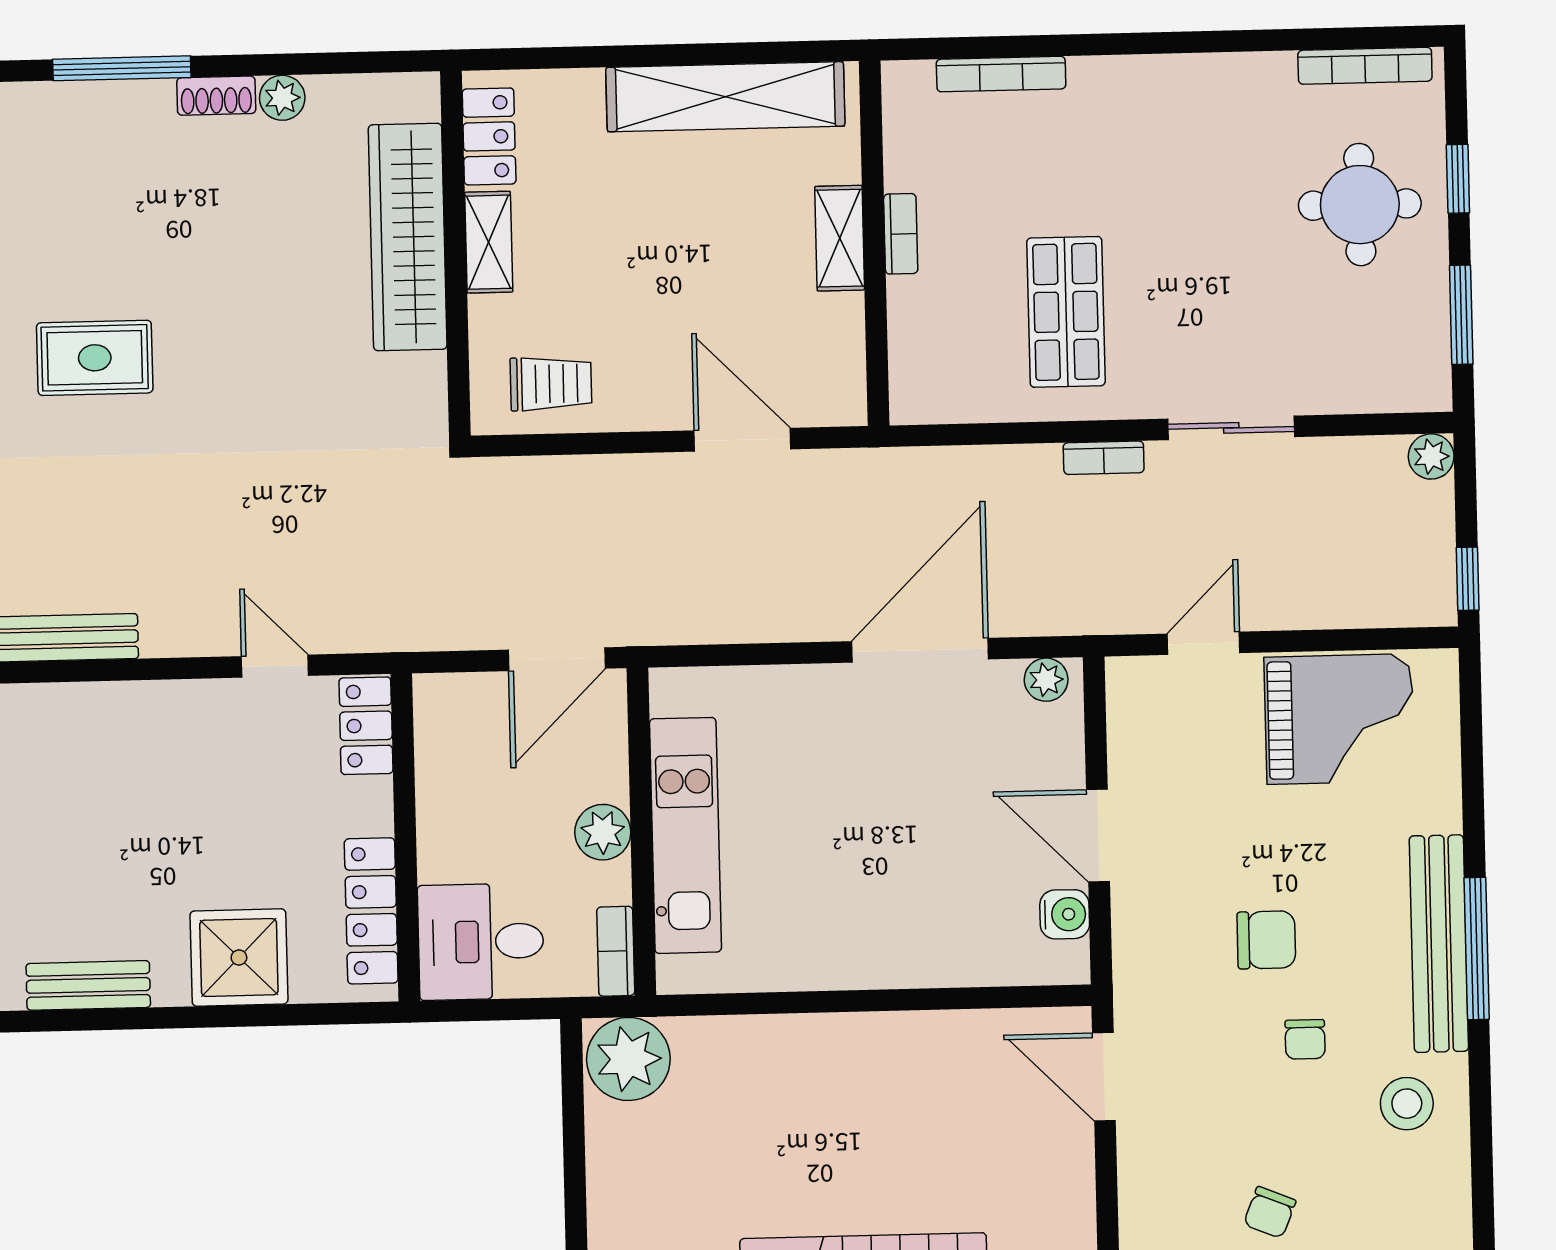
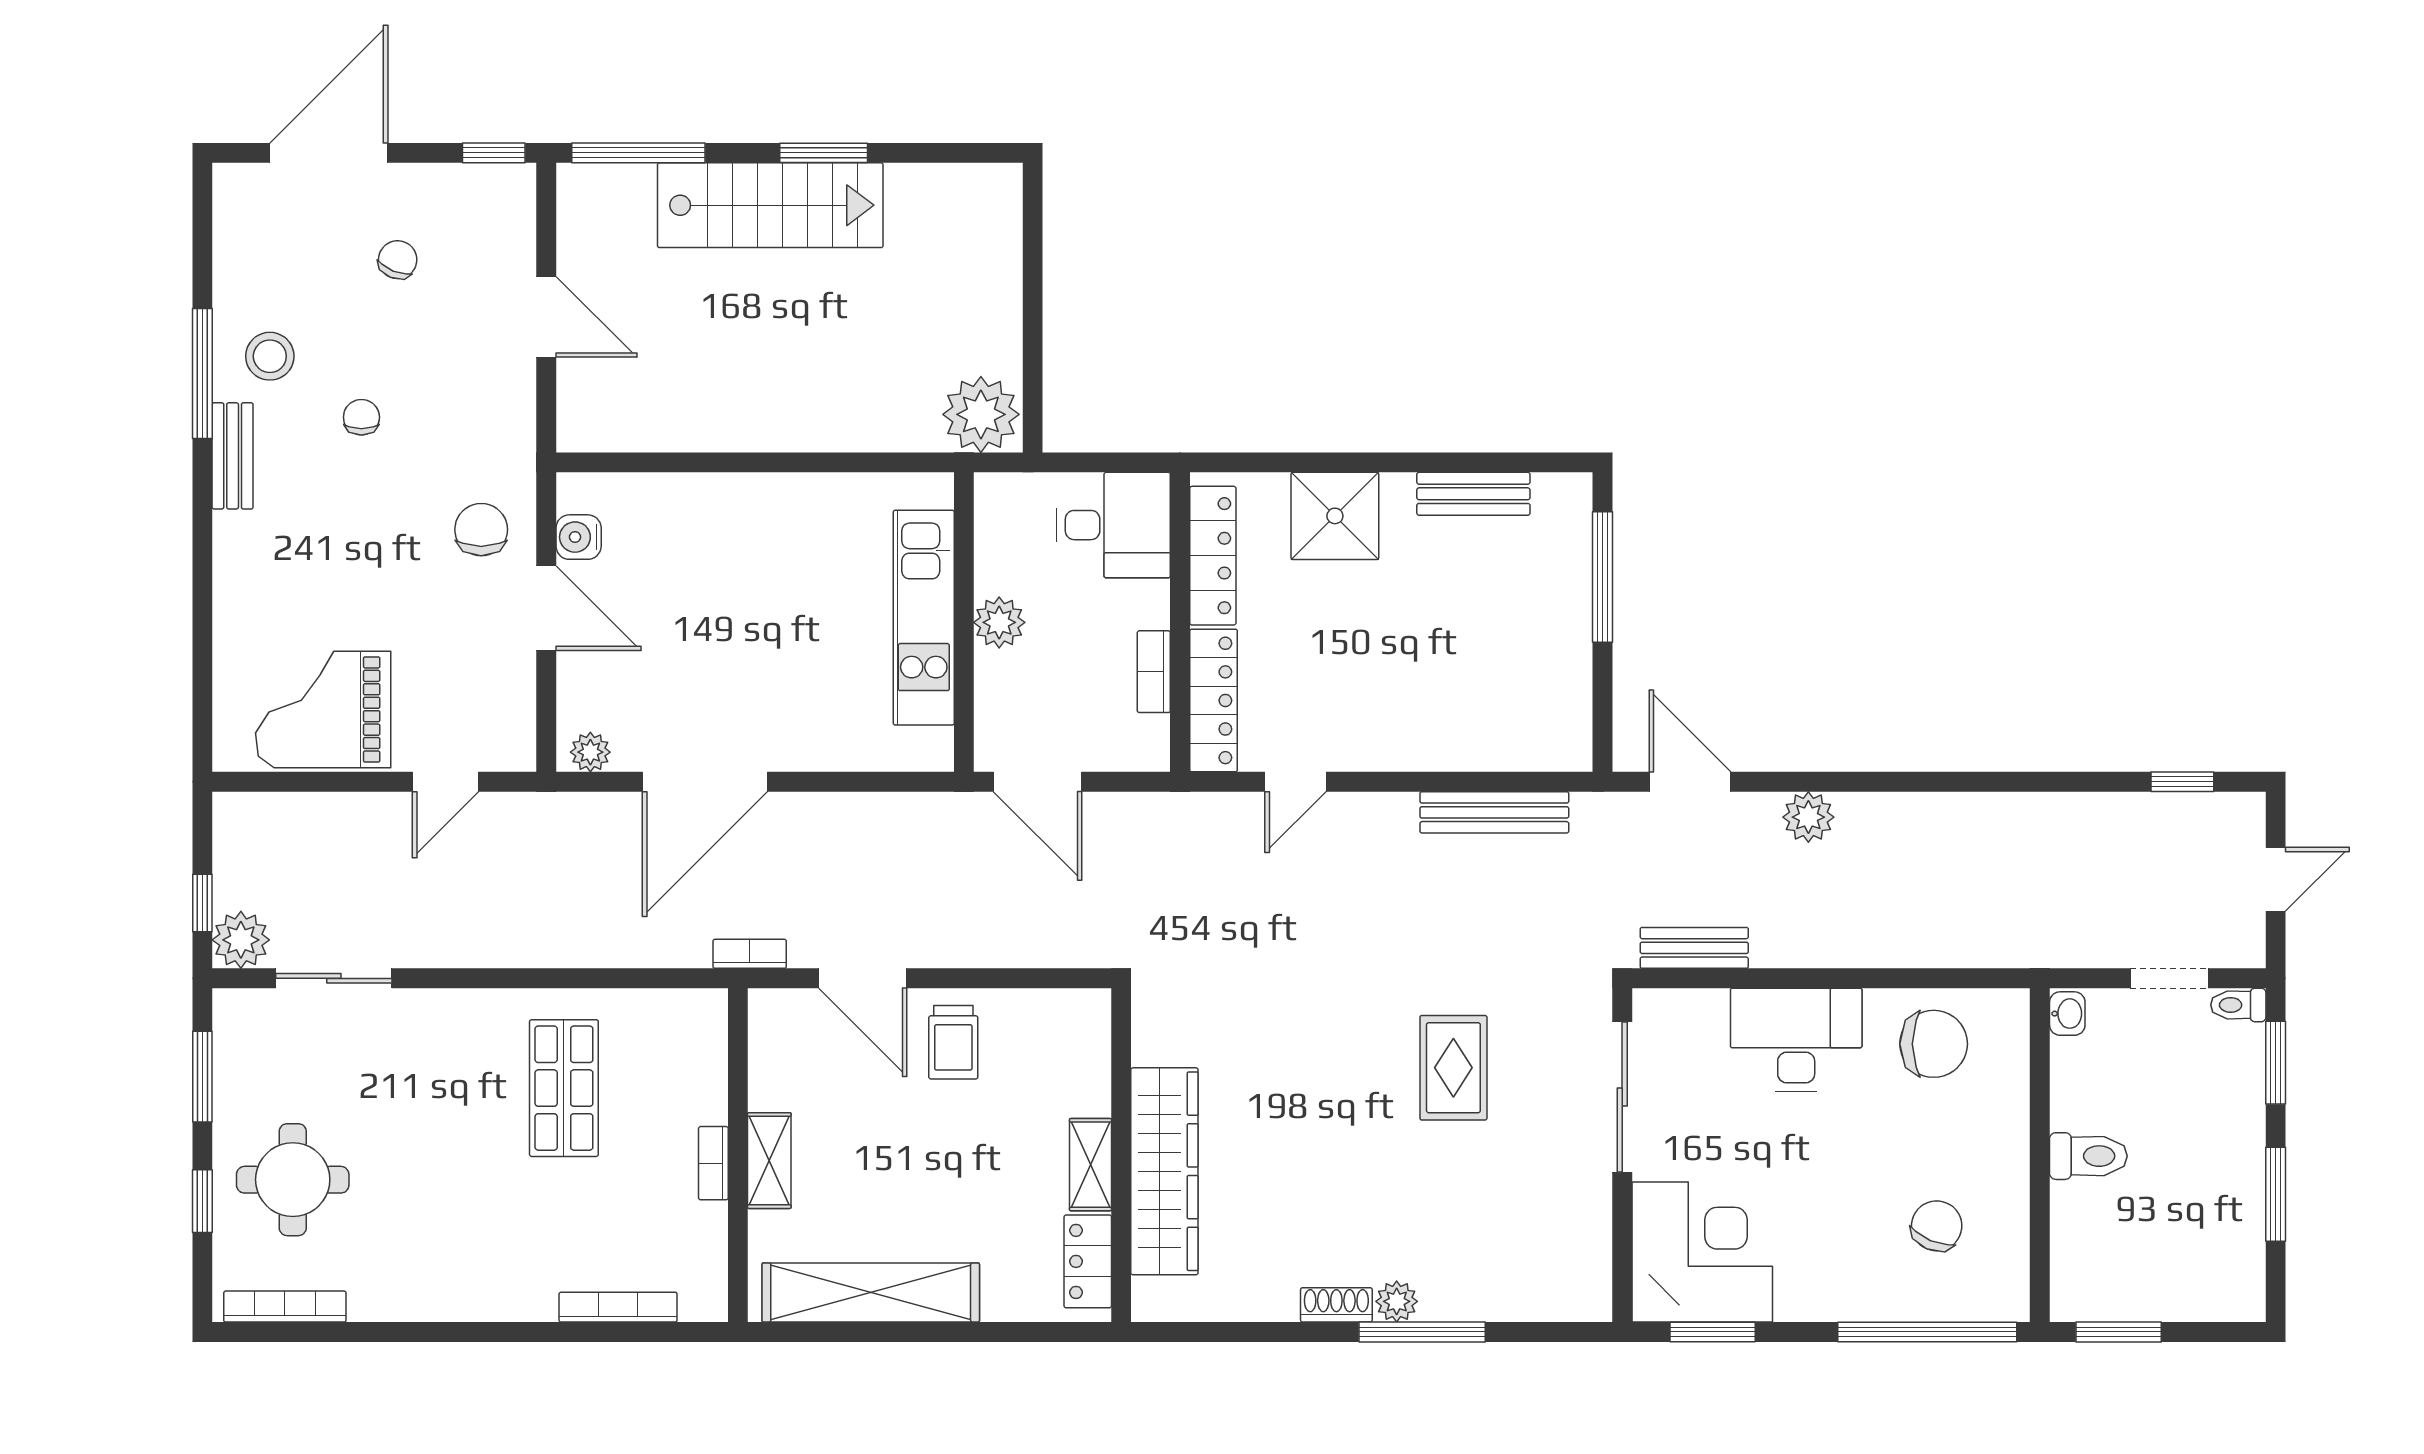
plant: (282, 98) -> (1397, 1301), moved
rug: (95, 358) -> (1453, 1068), turned 90
trolley: (551, 384) -> (953, 1042), moved, turned -90
sliding door: (1231, 428) -> (334, 978), moved
plant: (1431, 456) -> (241, 940), width x1.38, depth x1.38
bookcase: (1104, 458) -> (750, 954), moved
window: (1468, 579) -> (202, 903), moved
door: (557, 659) -> (1038, 782), swing flipped
door: (275, 666) -> (1295, 782), hinge flipped
locker: (366, 726) -> (1214, 700), width x1.53
chair: (1266, 940) -> (481, 530), moved, turned 90
bench: (1439, 944) -> (233, 456), width x0.54, depth x0.82
window: (1477, 948) -> (202, 373), moved
bookcase: (616, 951) -> (1154, 672), moved, turned 180
door: (1104, 1077) -> (546, 317), moved

